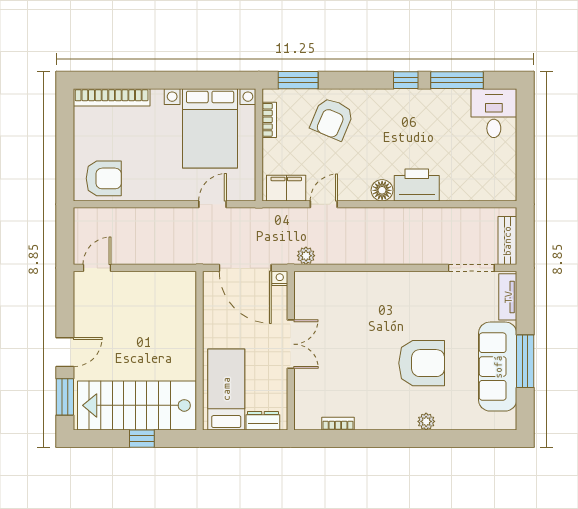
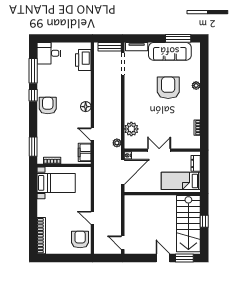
armchair: (332, 119) -> (48, 106), moved, turned -113
bed with nightstands: (210, 128) -> (56, 183), width x0.73
printer: (417, 185) -> (83, 60), moved
door: (213, 204) -> (92, 218), moved
plant: (335, 286) -> (131, 129), added
window: (525, 361) -> (178, 38), moved

